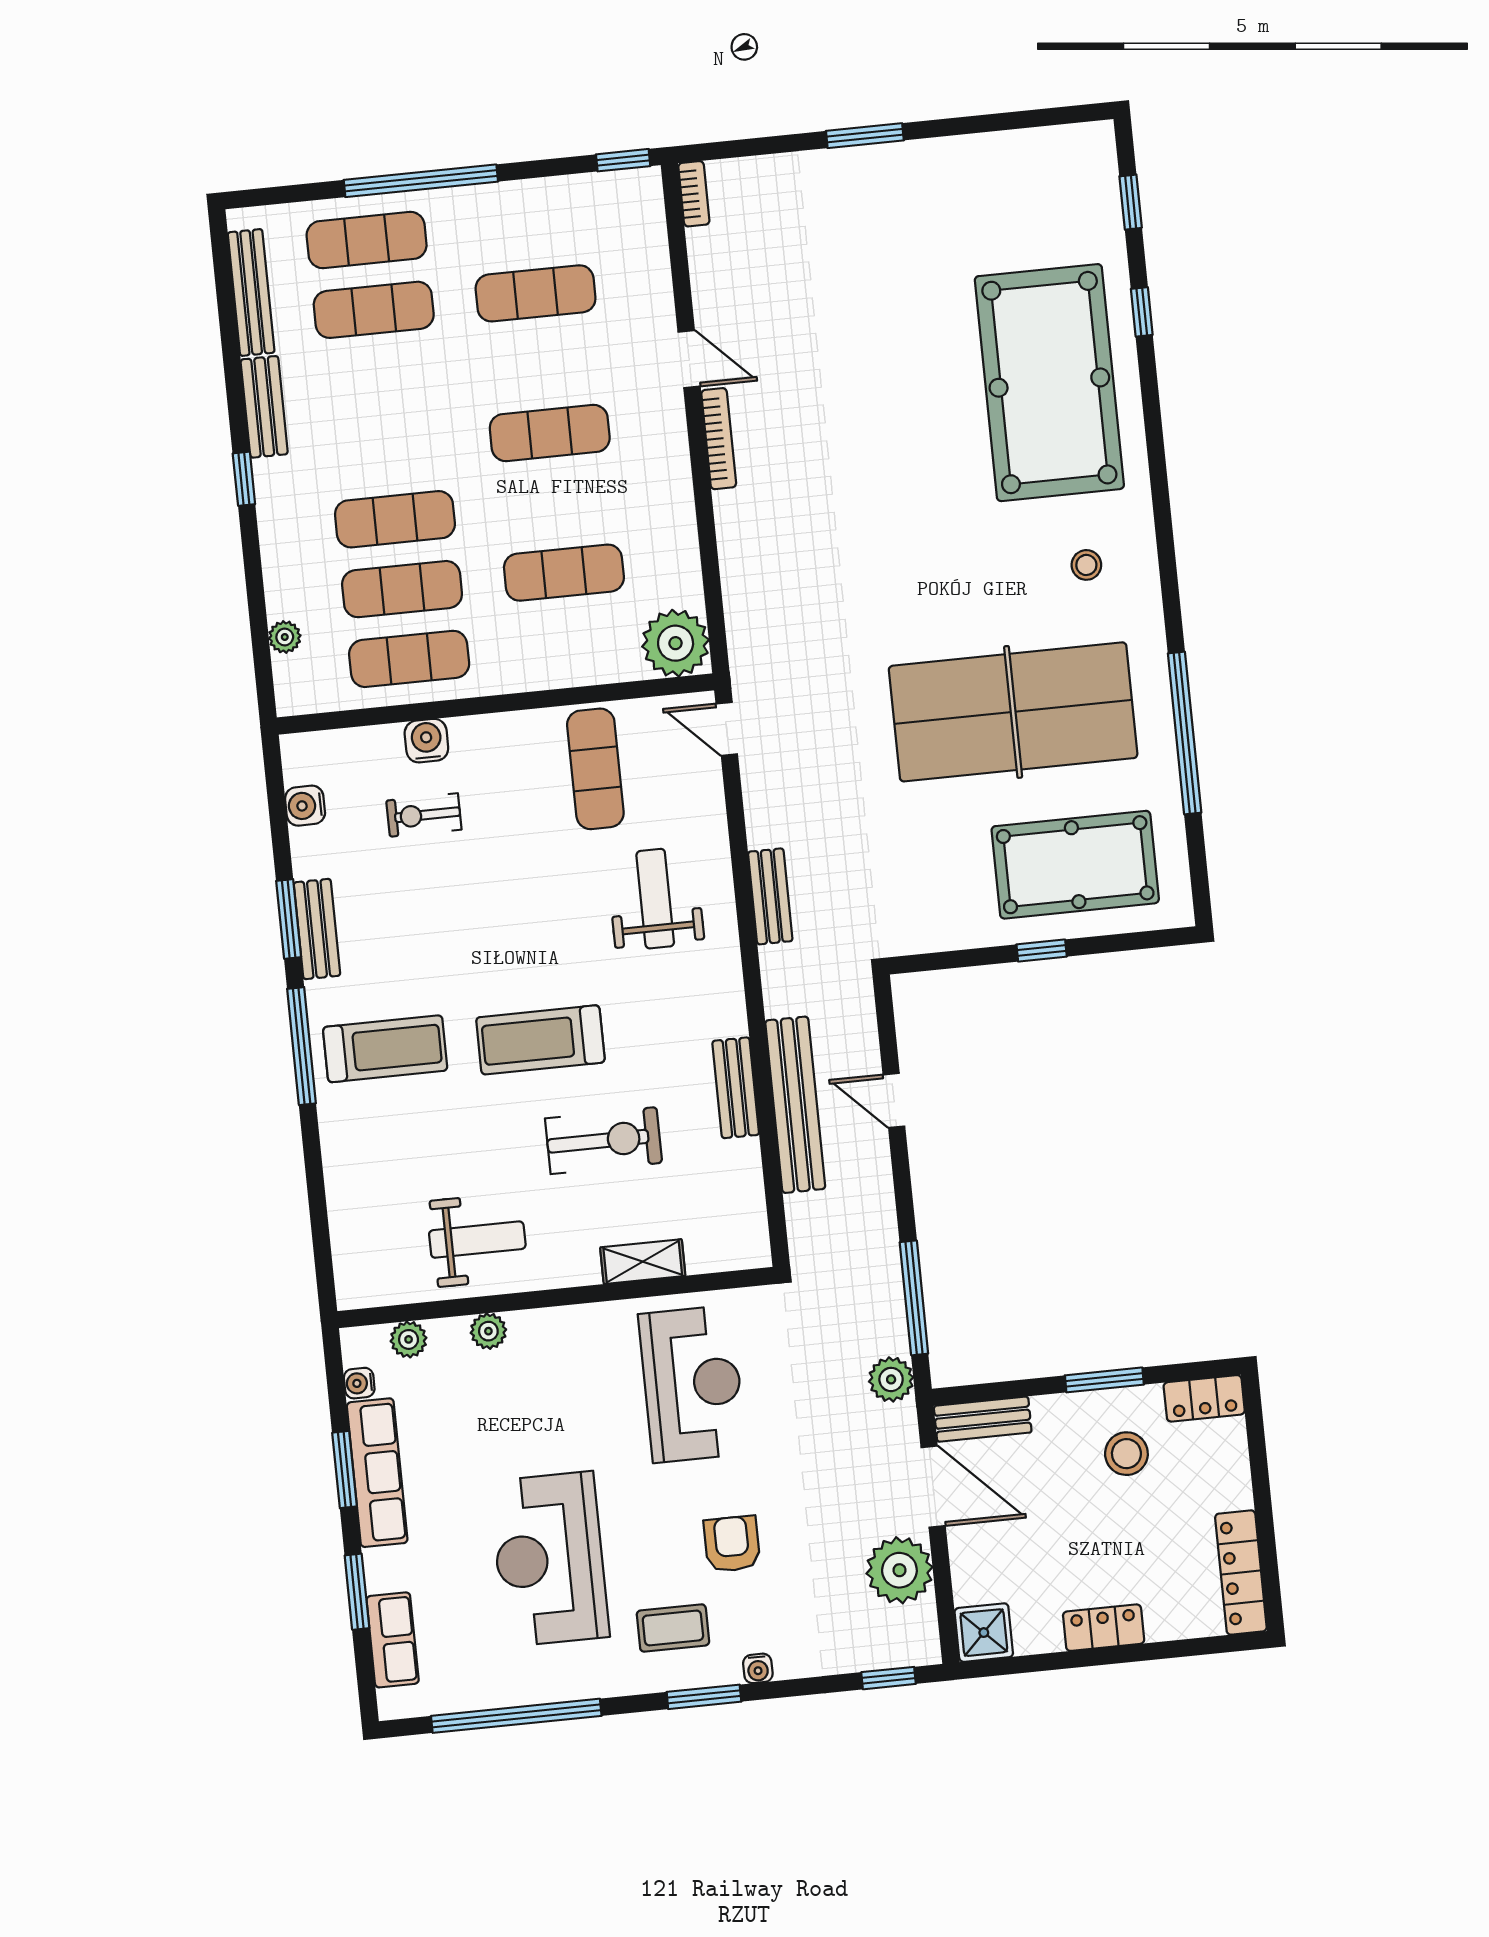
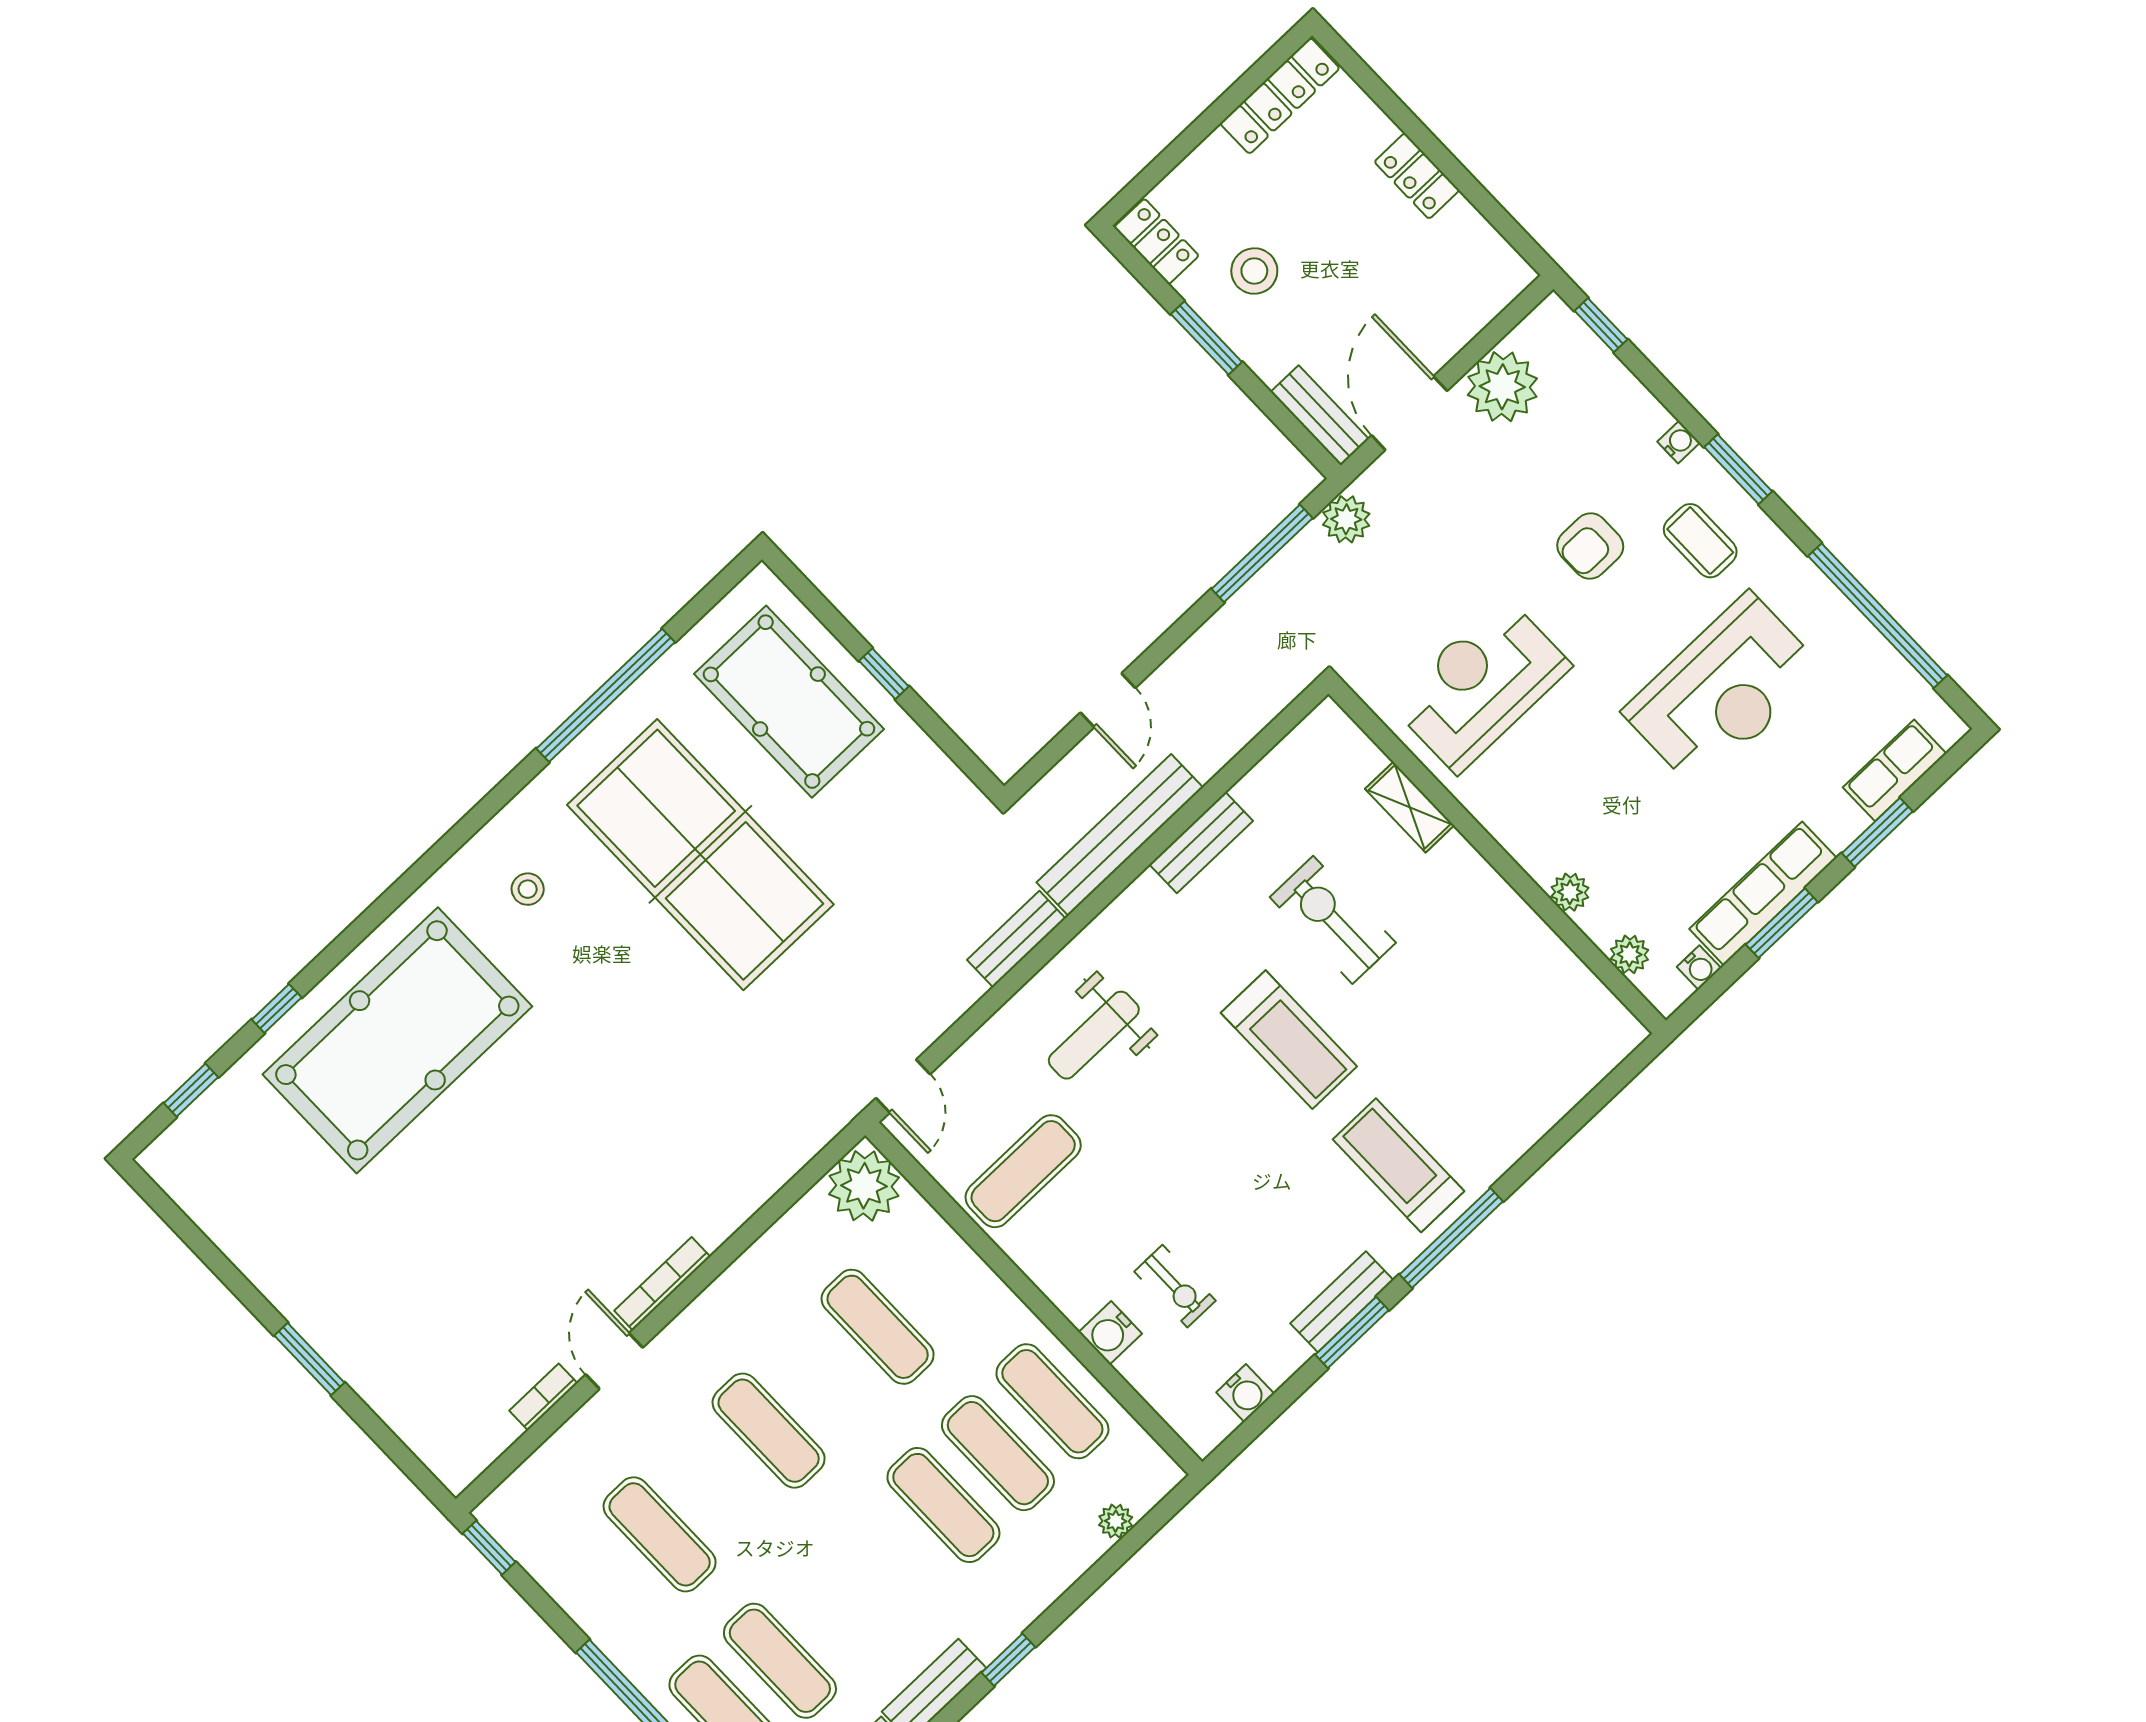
bookcase: (694, 194) -> (543, 1397), moved
bench: (795, 1105) -> (1120, 835), moved
weight bench: (477, 1240) -> (1500, 962), removed
shower: (984, 1633) -> (1500, 274), removed

